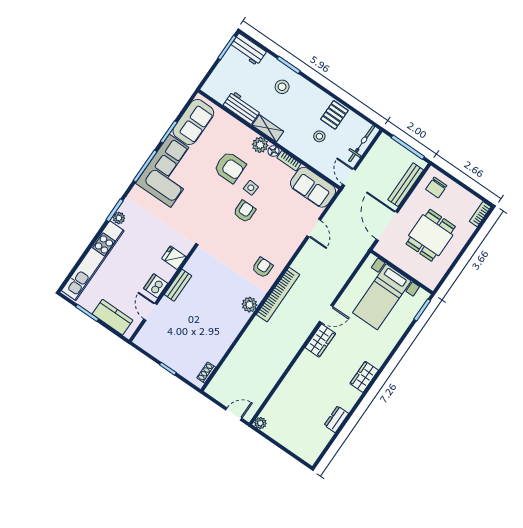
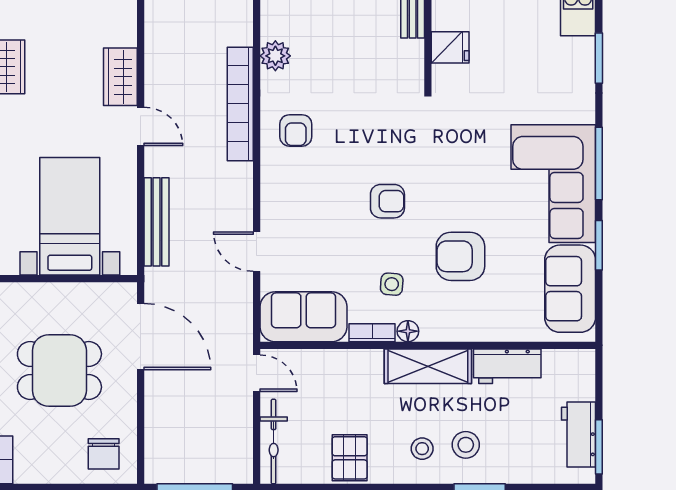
workbench: (248, 49) -> (579, 434), moved, turned -90
shelving: (268, 128) -> (428, 366), width x1.50, depth x1.33
stool: (319, 136) -> (422, 449), moved
plant: (260, 145) -> (437, 326), removed
bench: (406, 185) -> (157, 222), moved
side table: (251, 188) -> (392, 284), moved
chair: (436, 188) -> (104, 454), turned 180
armchair: (245, 211) -> (387, 201), turned -90
plant: (119, 218) -> (583, 50), removed
dining table: (431, 235) -> (59, 370), turned 90
door: (326, 314) -> (141, 126), swing flipped

